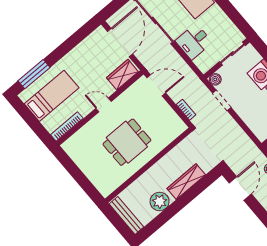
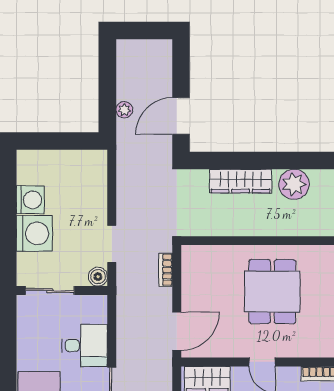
door: (156, 85) -> (177, 331), swing flipped
dining table: (127, 142) -> (272, 292), turned 90

